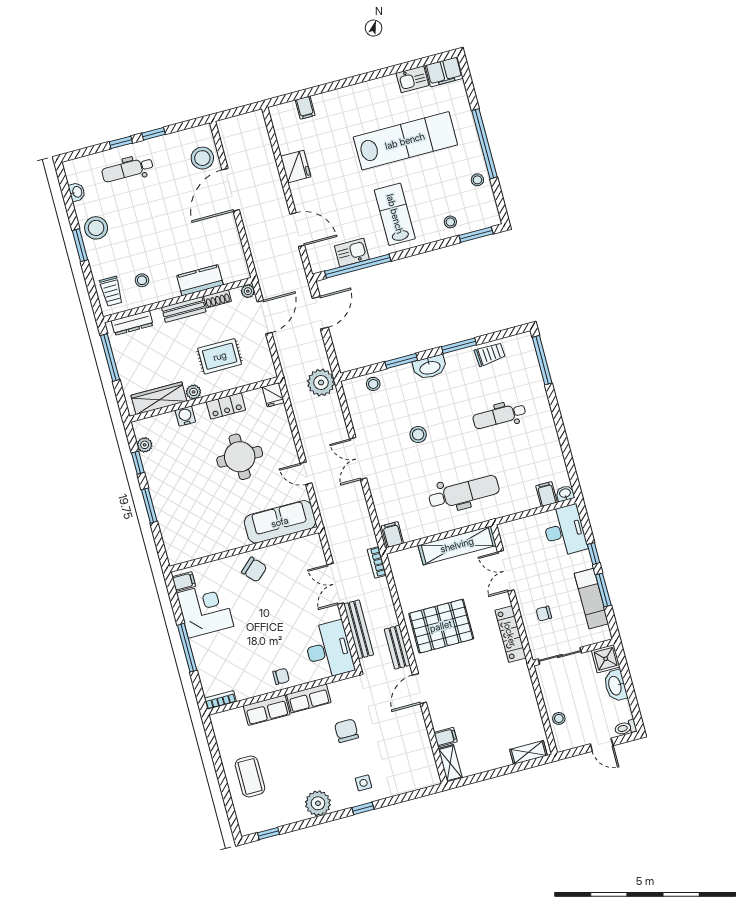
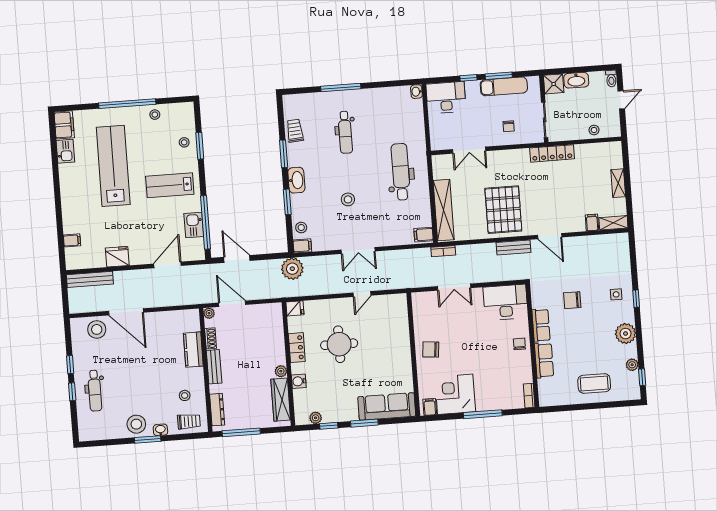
washbasin: (77, 192) -> (160, 430), moved
window: (476, 235) -> (200, 146), moved
rug: (220, 356) -> (256, 345), removed
window: (542, 360) -> (341, 88), moved
filing cabinet: (547, 494) -> (302, 246), moved, turned 180
sofa: (280, 522) -> (387, 406), moved, turned 90
shelving: (457, 545) -> (444, 210), moved
chair: (254, 570) -> (431, 349), turned -132
bench: (359, 629) -> (90, 279), moved
locker: (510, 634) -> (552, 153), moved
shelving: (528, 752) -> (618, 183), moved
plant: (281, 818) -> (632, 365), added

